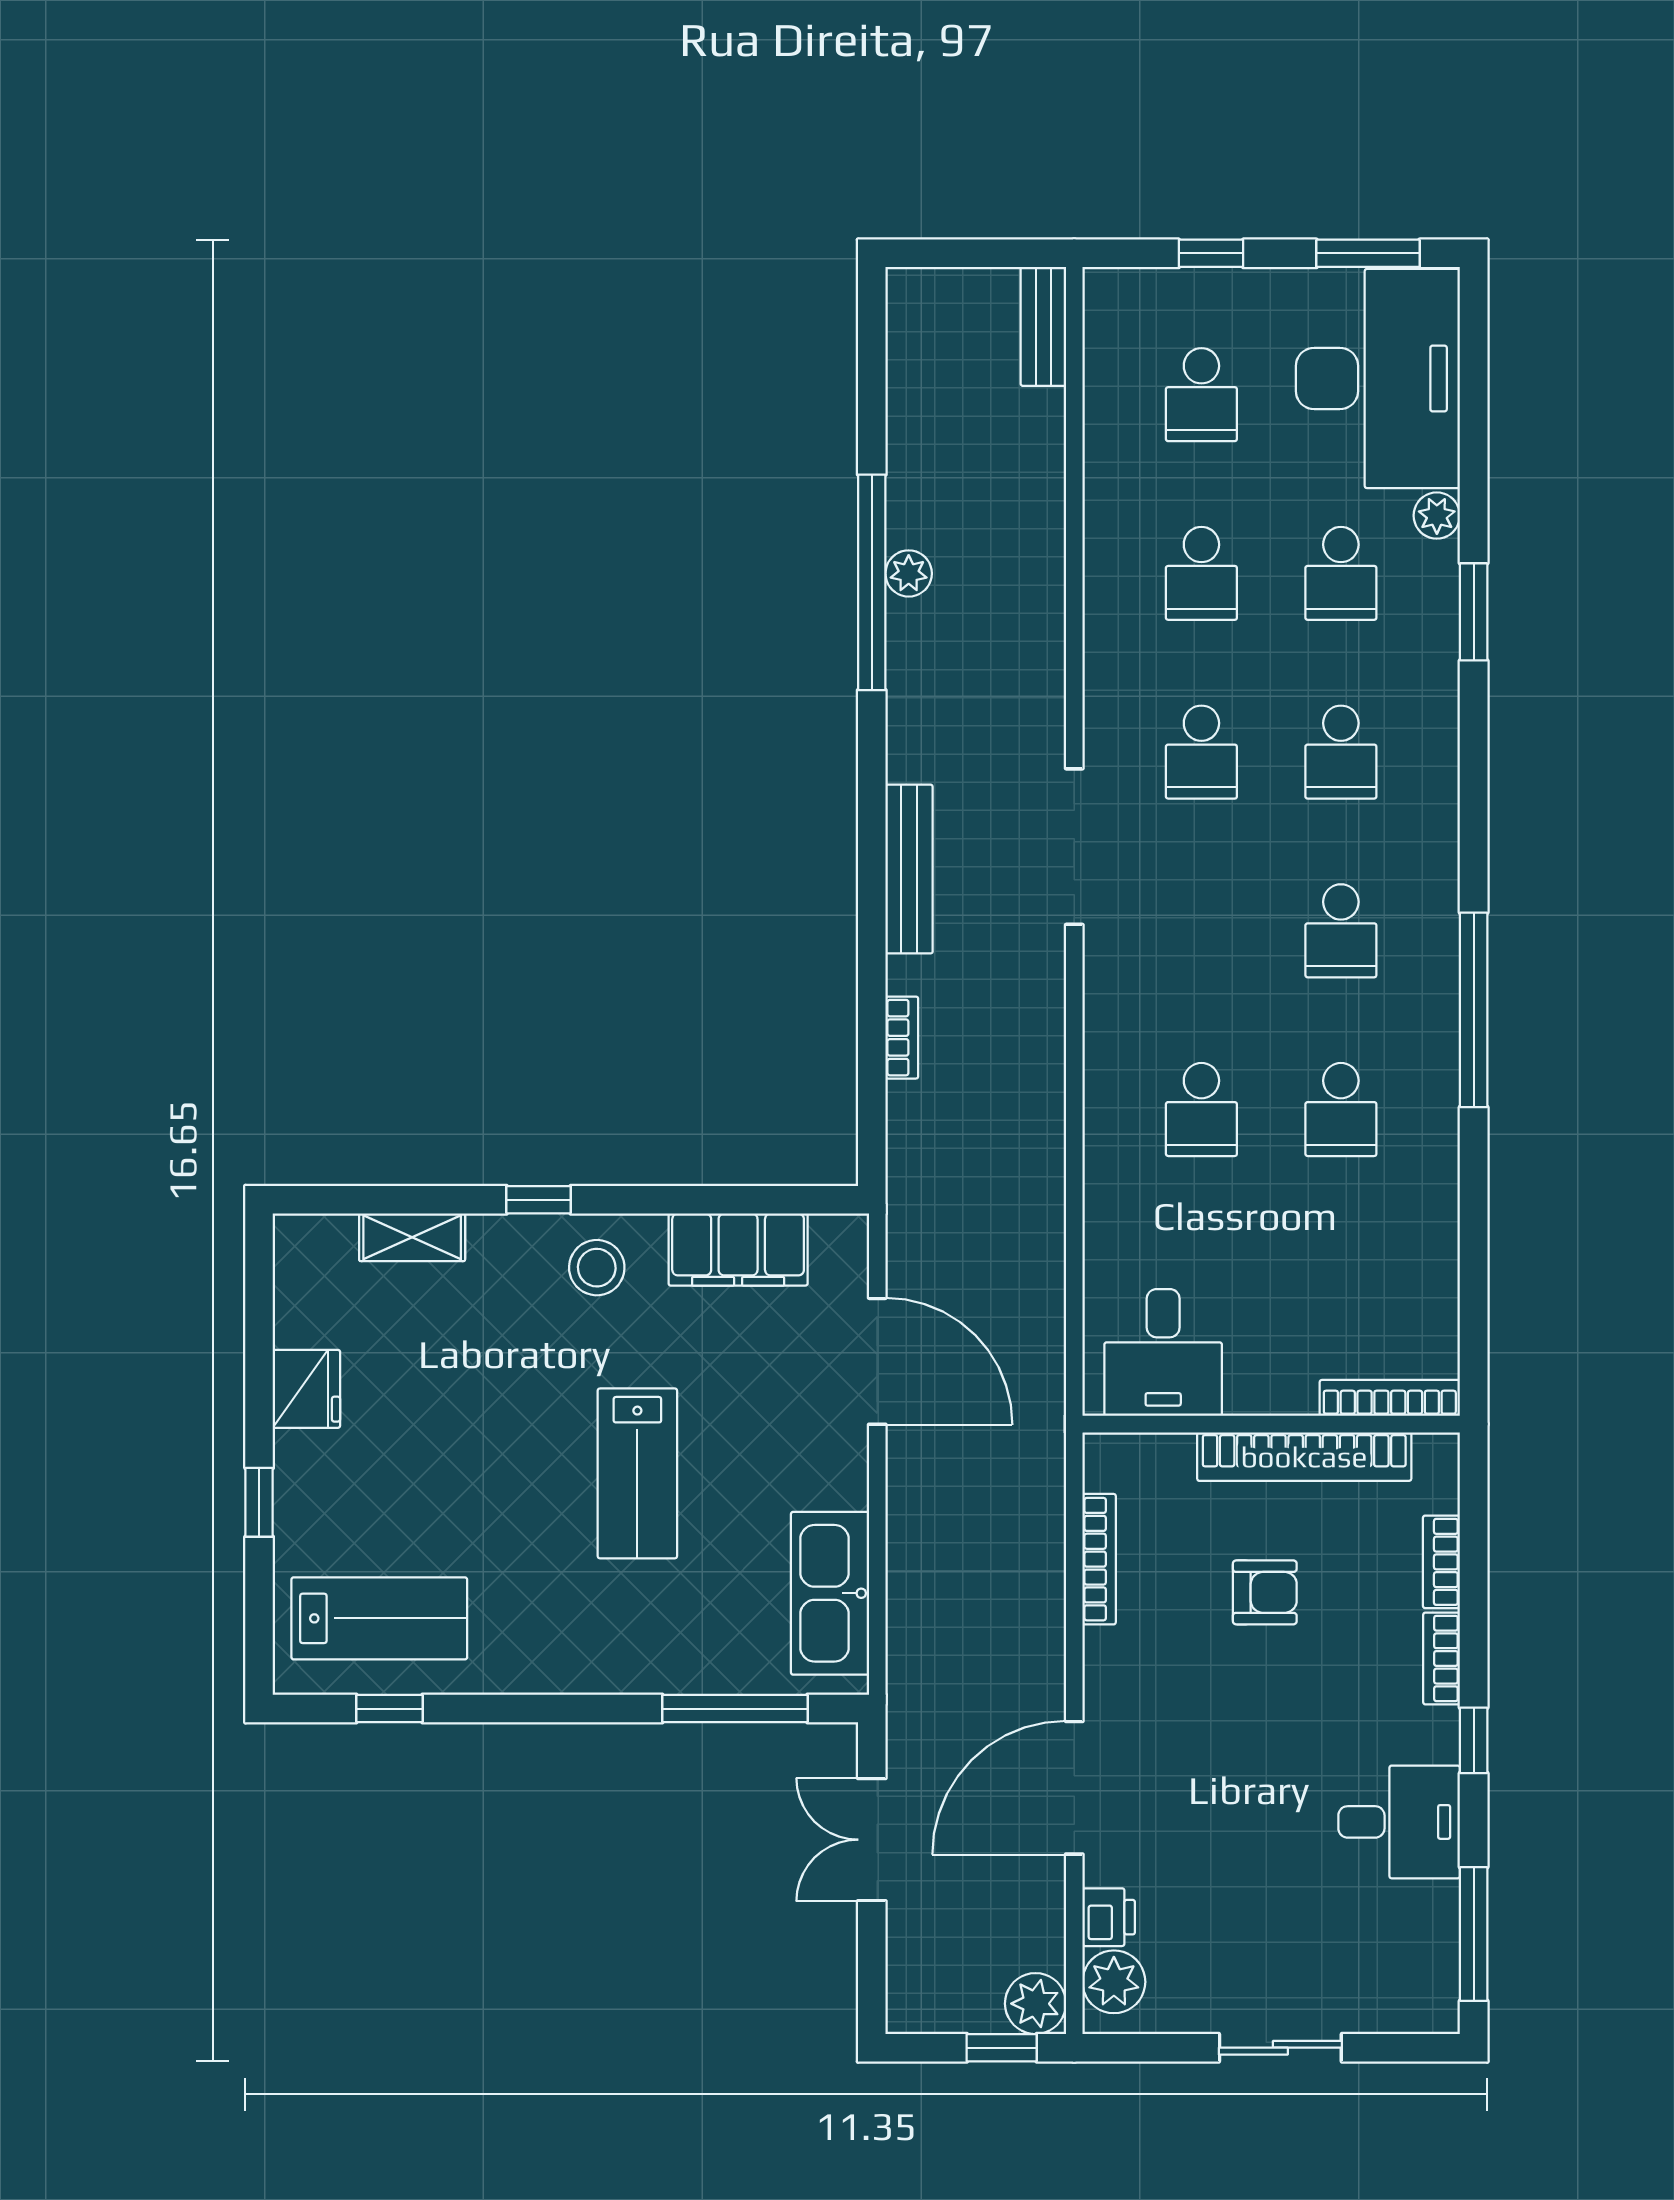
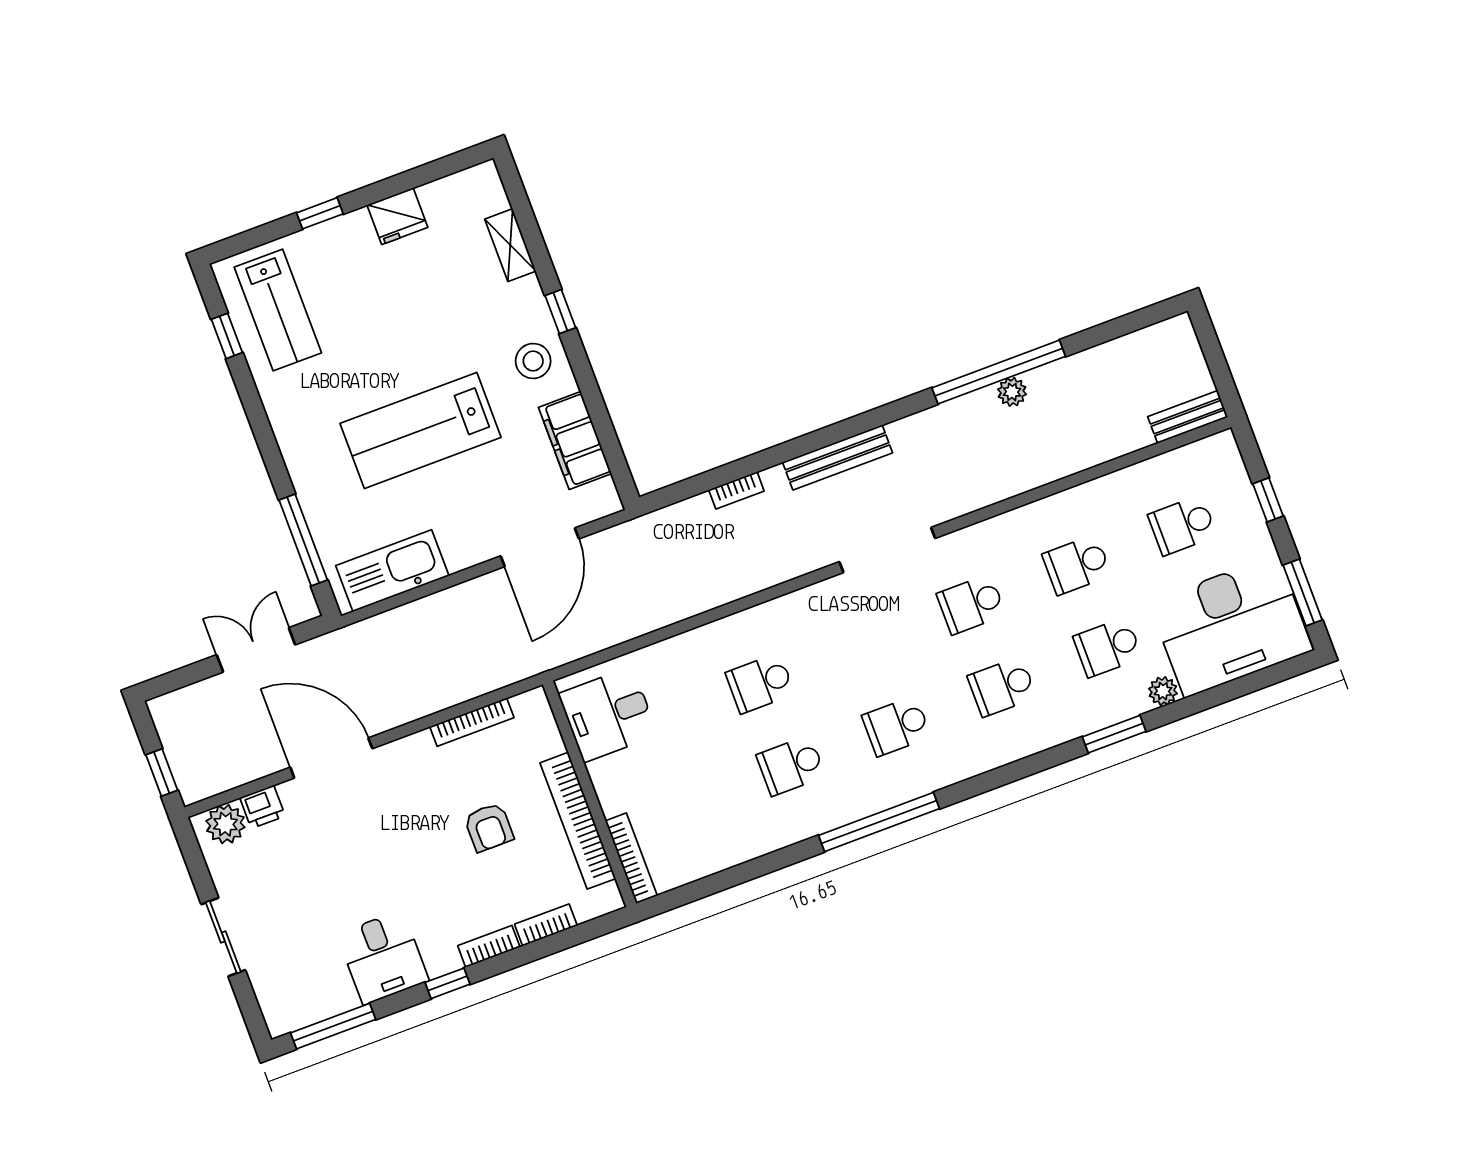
lab bench: (637, 1473) -> (421, 430), width x1.36, depth x1.39
plant: (1035, 2004) -> (195, 783), removed

